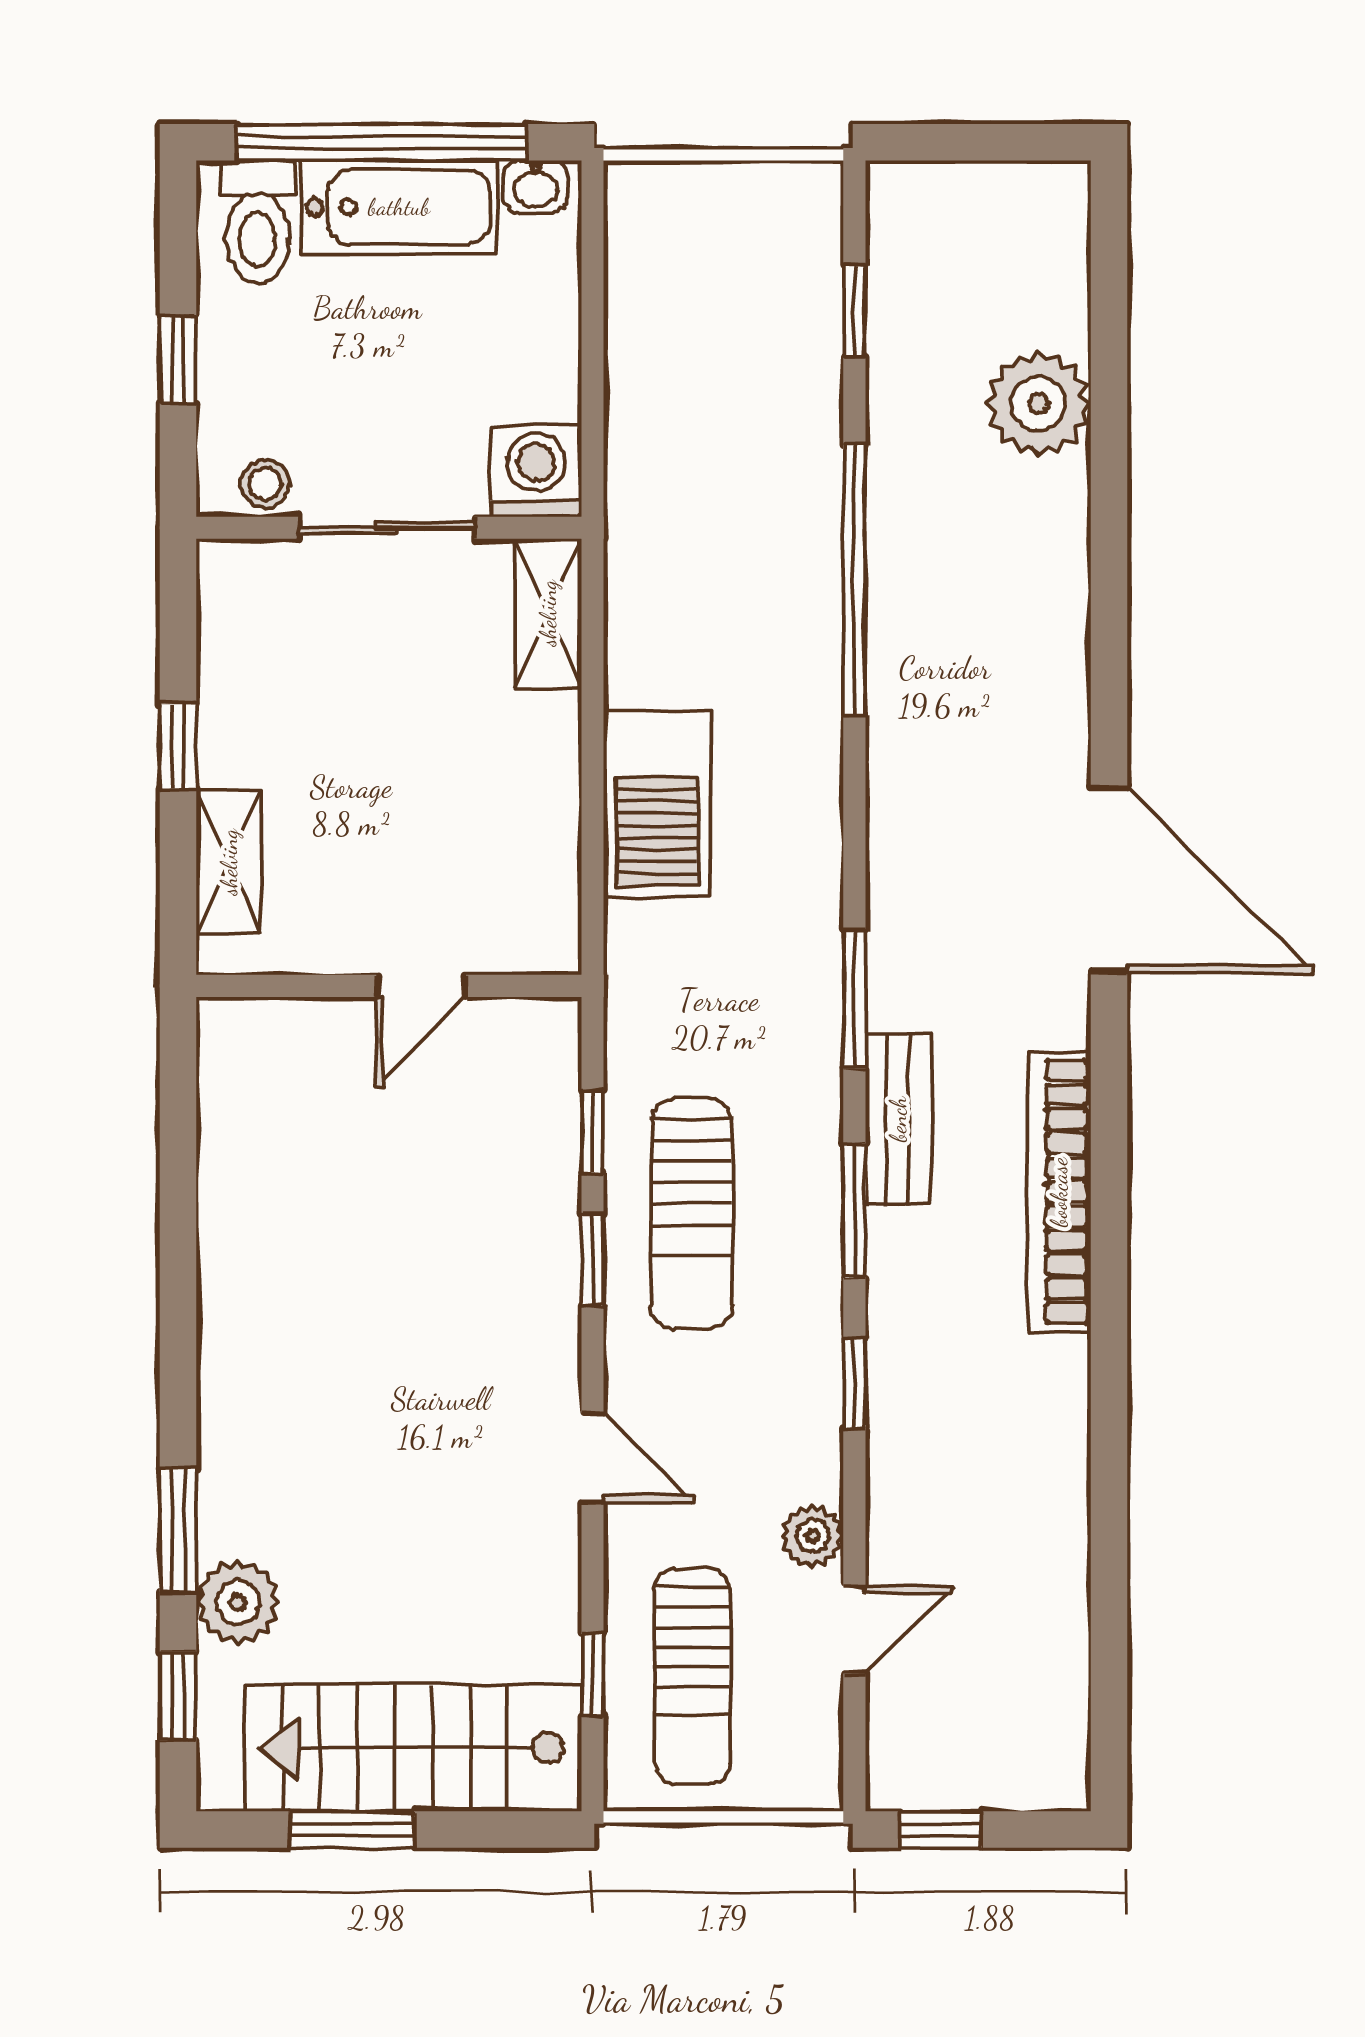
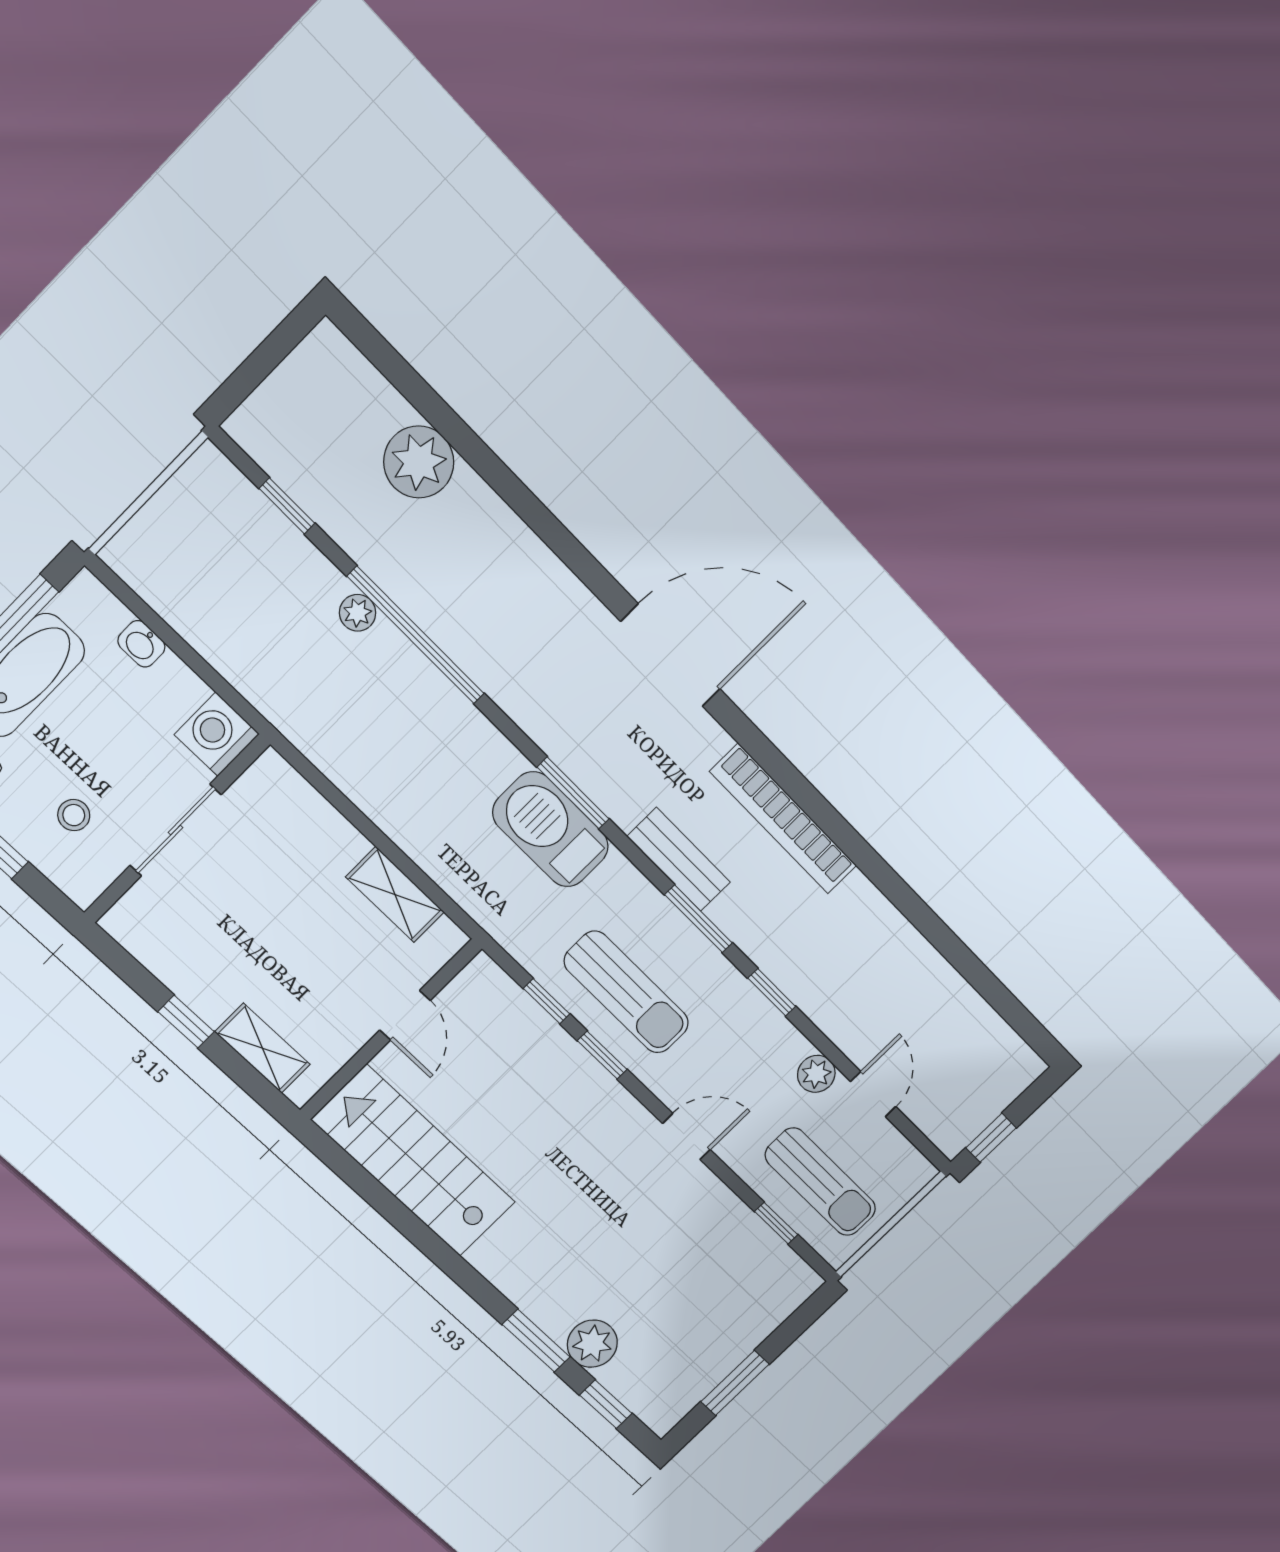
washbasin: (536, 186) -> (141, 644), moved, turned 90
stool: (265, 484) -> (74, 815), moved
plant: (816, 494) -> (358, 613), added
shelving: (548, 613) -> (395, 894), moved
barbecue: (657, 803) -> (550, 829), moved, turned 180
window: (854, 999) -> (573, 793), moved
stairs: (413, 1748) -> (414, 1161), moved, turned 90

